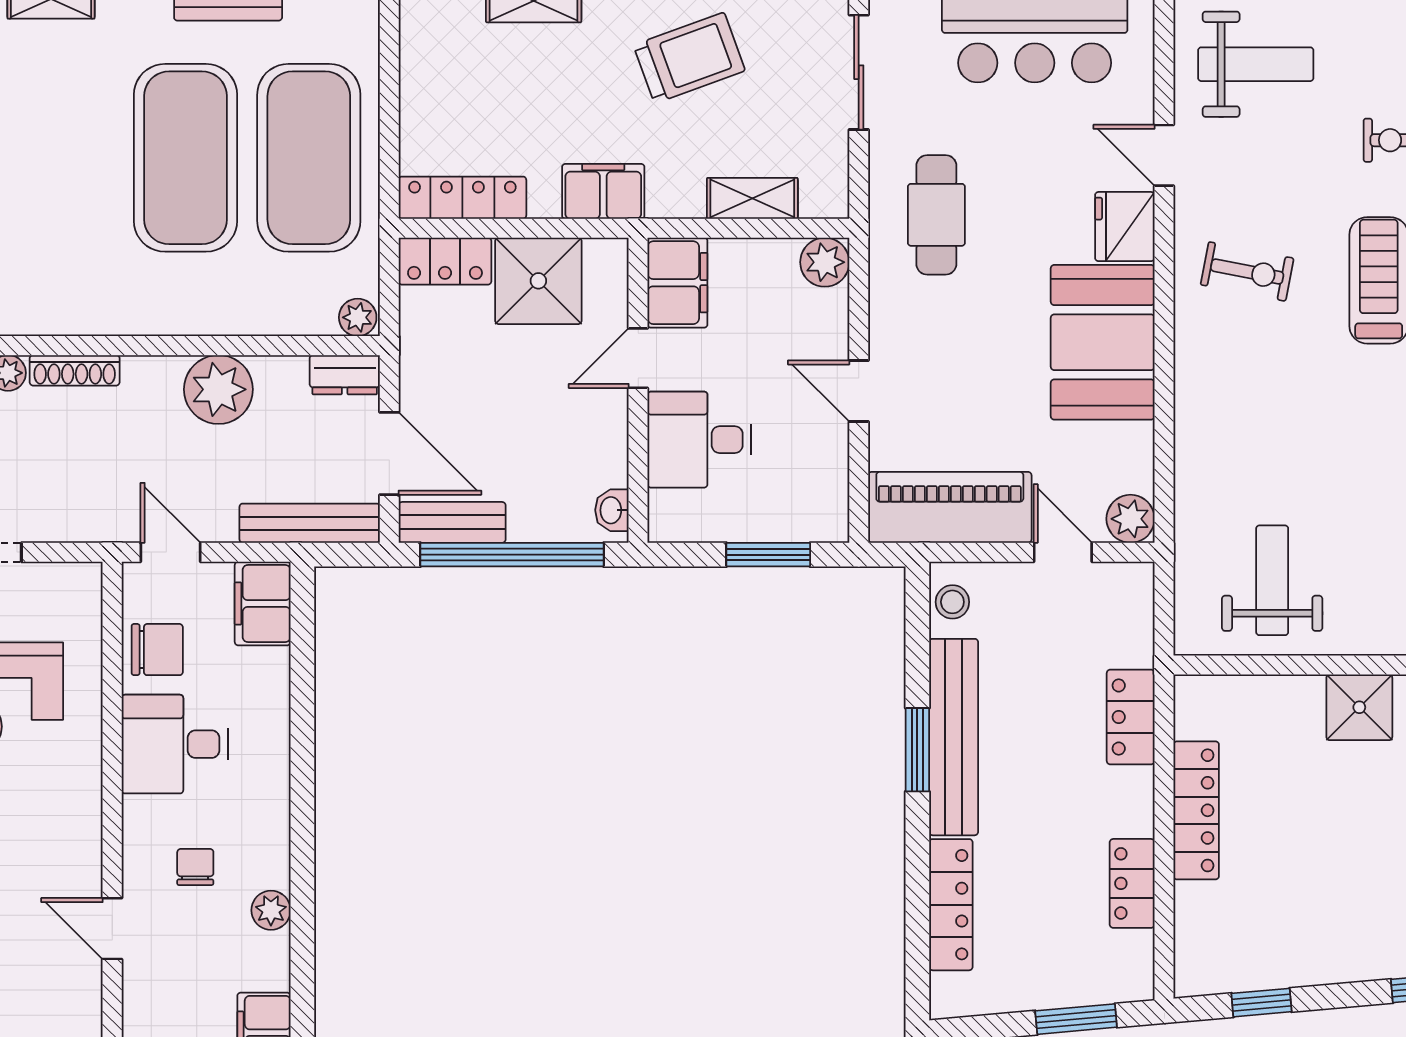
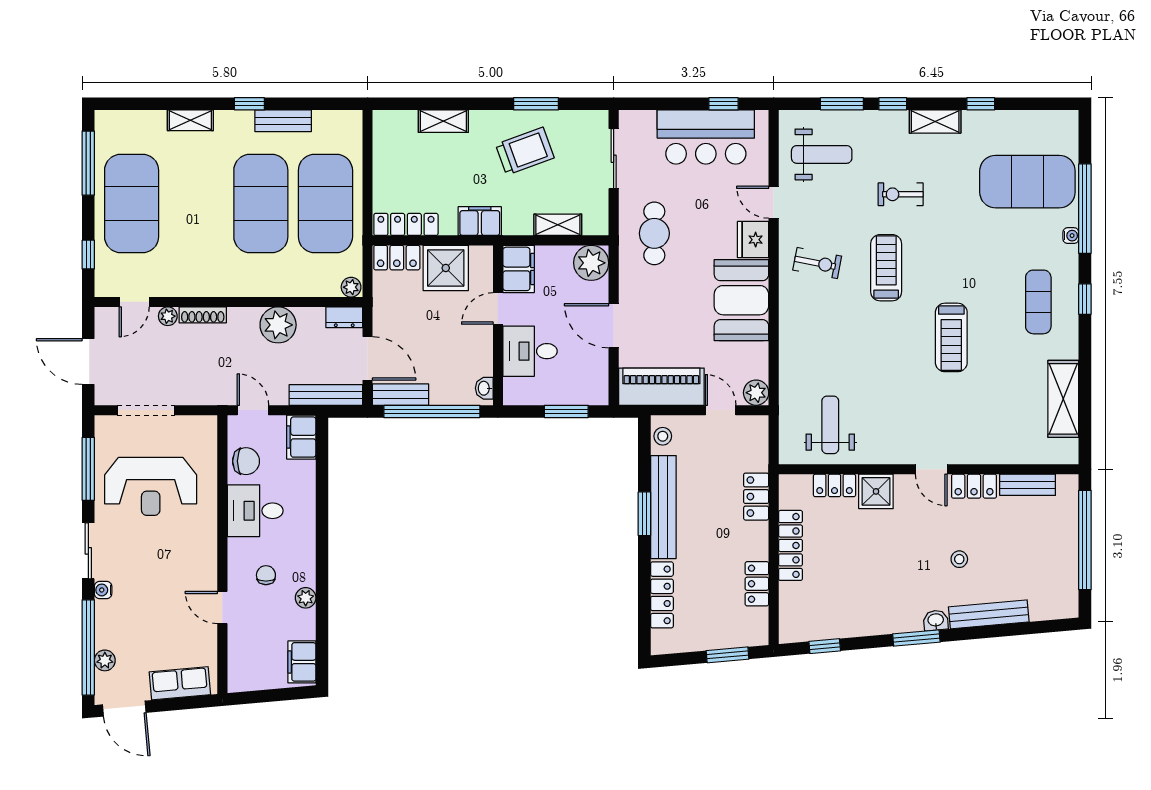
plant: (825, 262) -> (591, 263), width x1.36, depth x1.36
door: (859, 391) -> (614, 326), width x1.38
locker: (1280, 696) -> (835, 485), added

